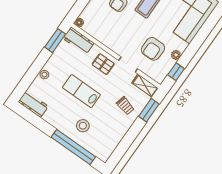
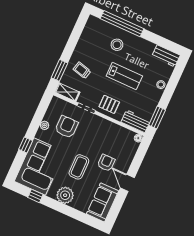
window: (176, 72) -> (26, 145), moved

